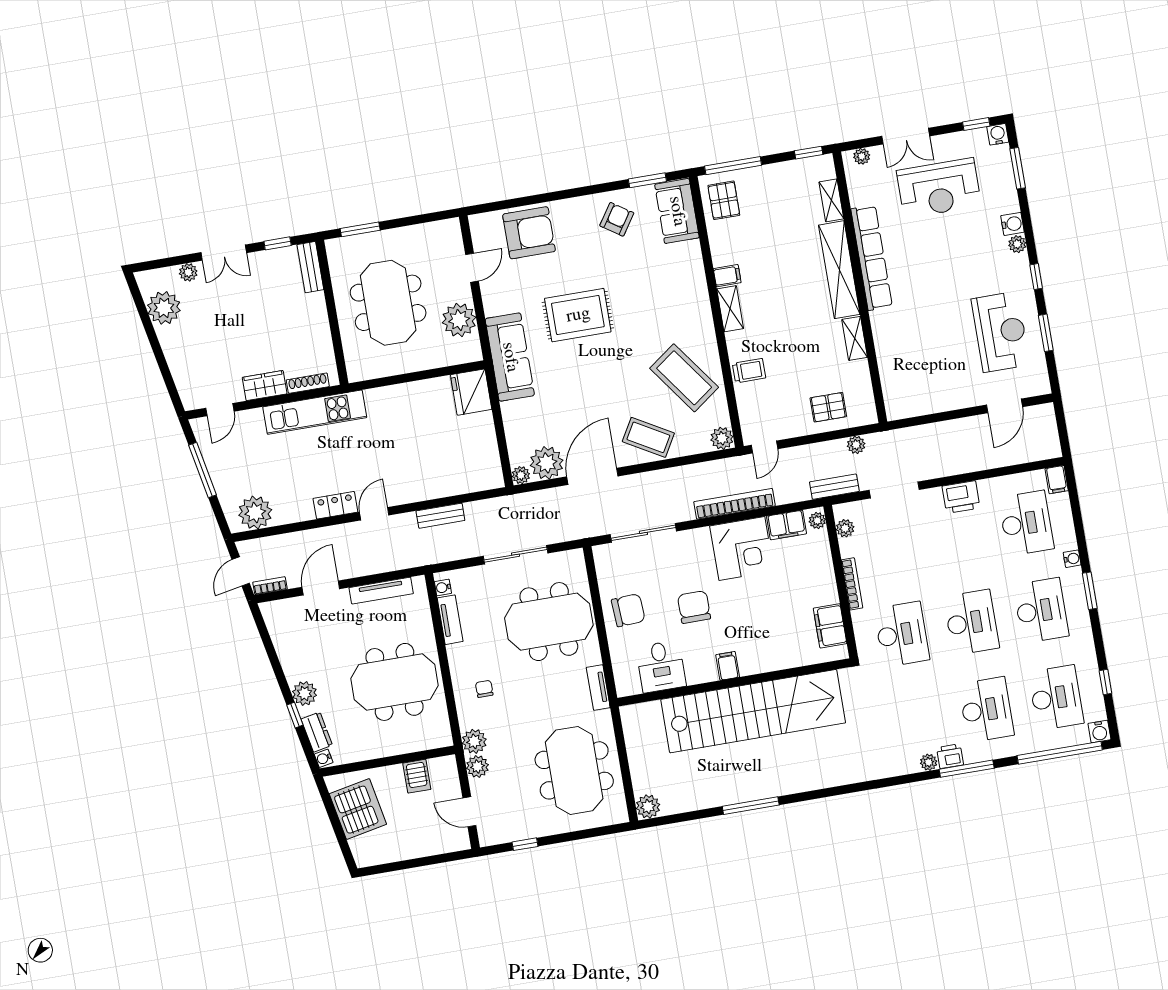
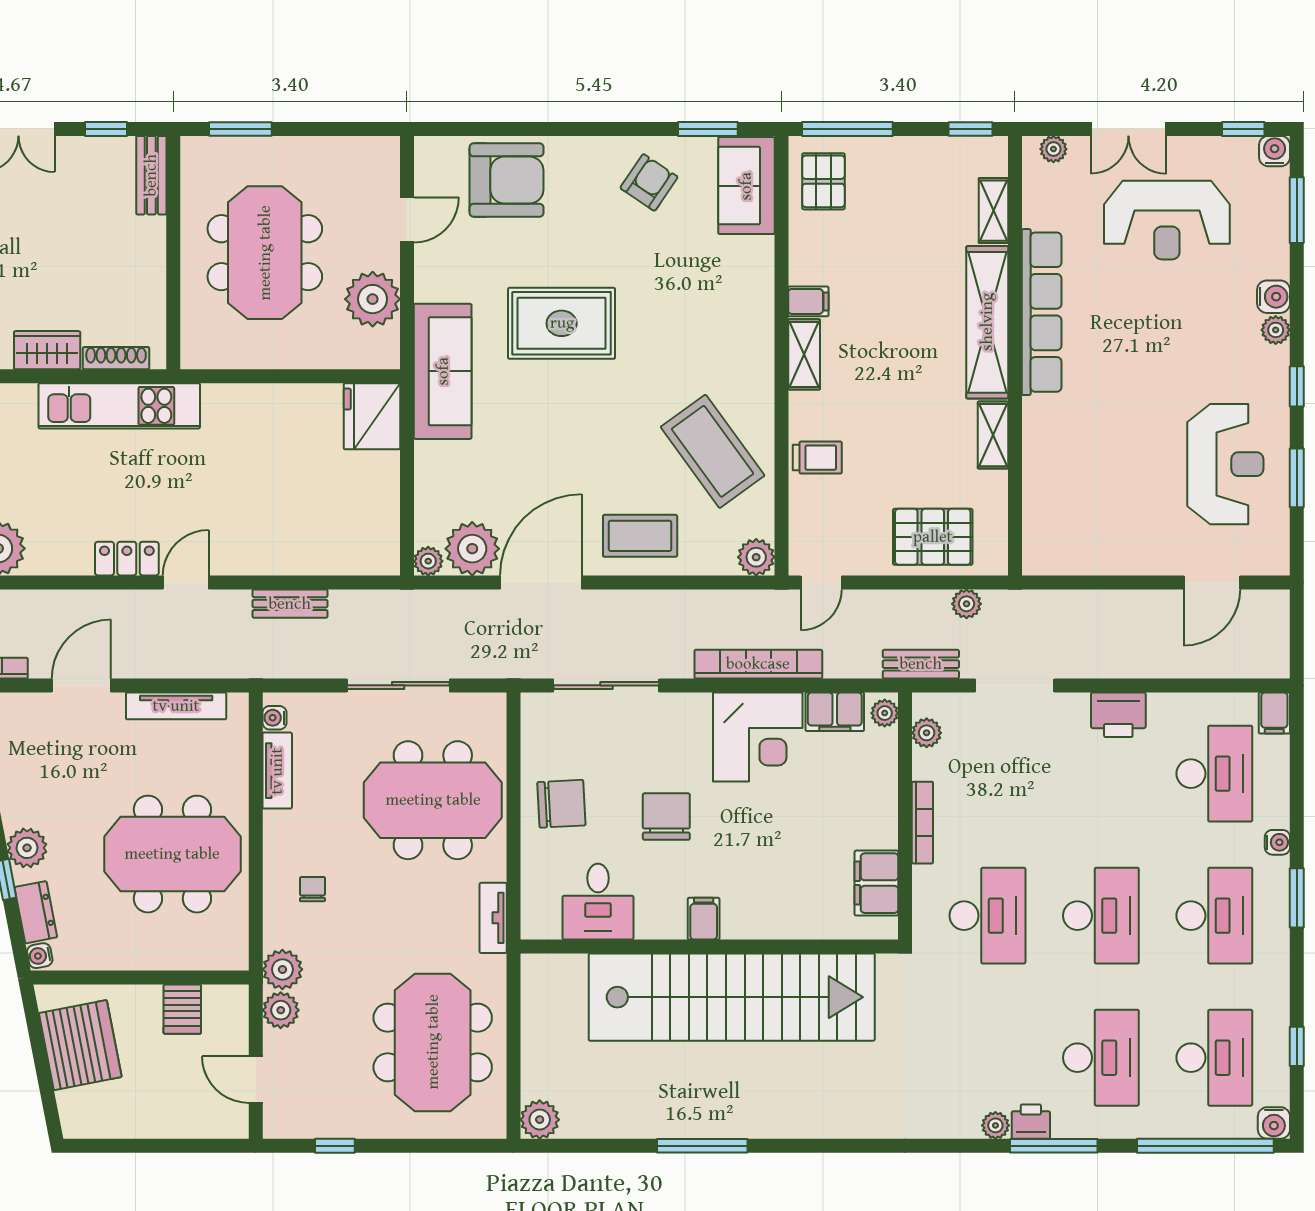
pallet: (828, 407) -> (933, 537), width x1.50, depth x1.42
coffee table: (648, 437) -> (640, 536), turned -30

